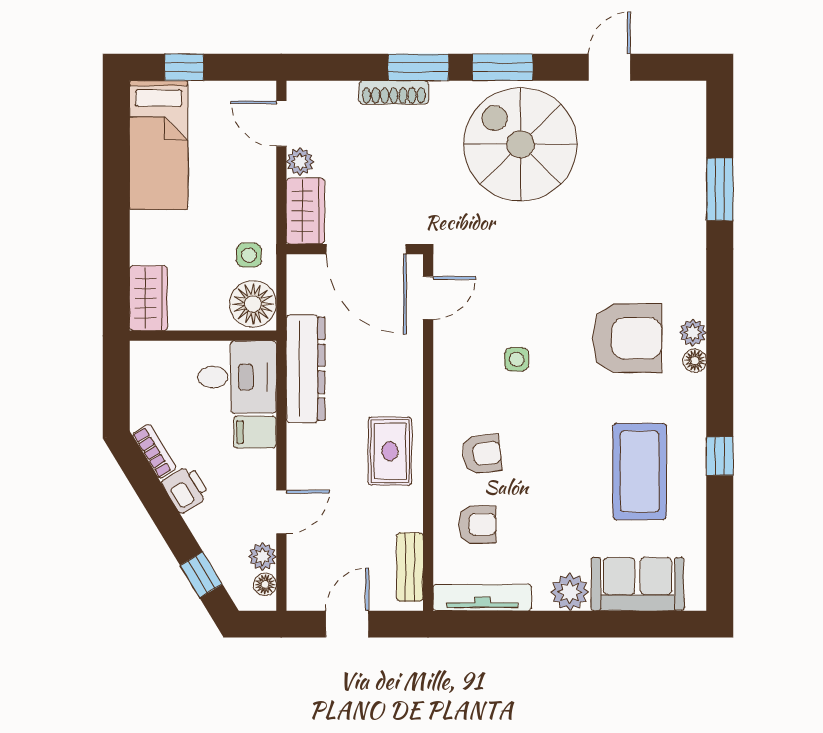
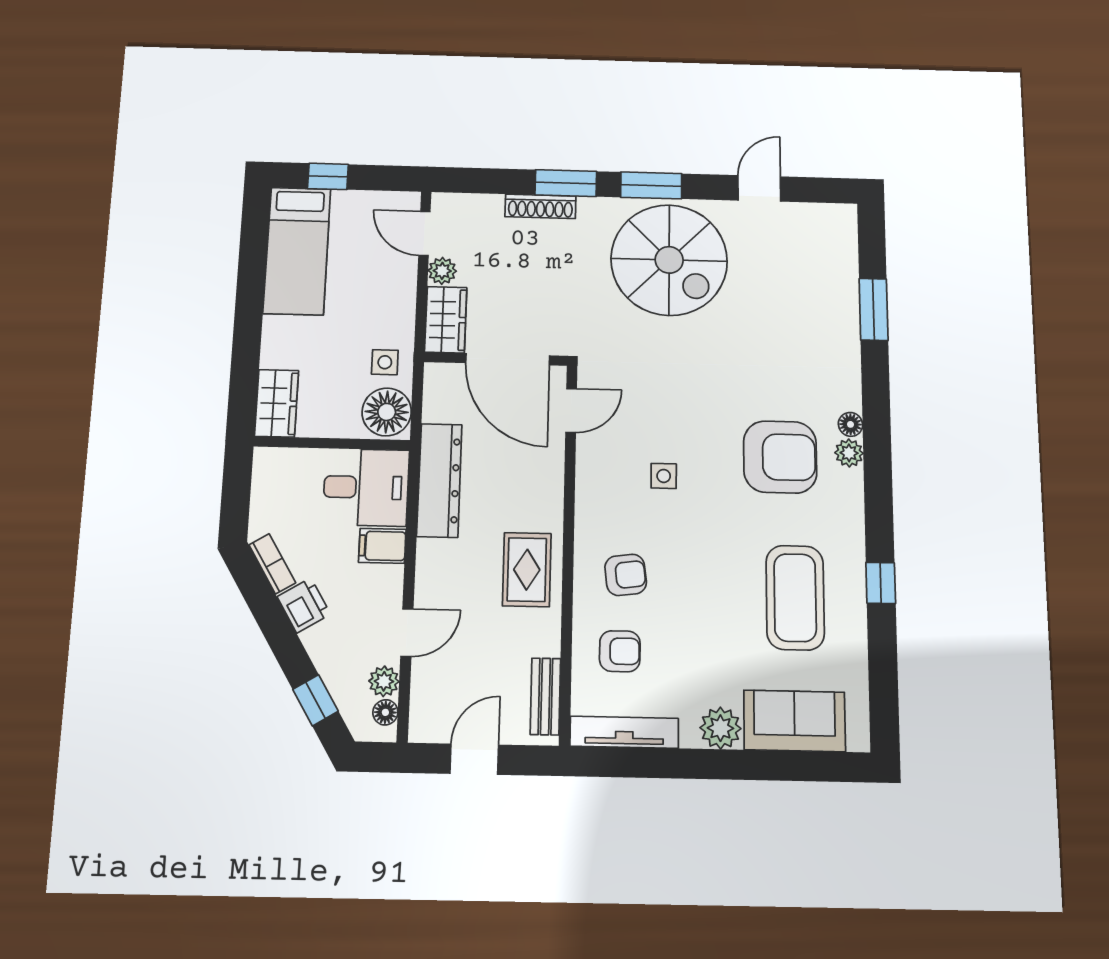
spiral stairs: (521, 144) -> (669, 260), turned 180
floor lamp: (695, 361) -> (850, 424), moved

